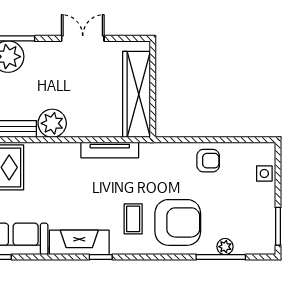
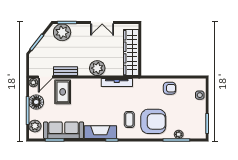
double door: (83, 38) -> (102, 22), swing flipped
plant: (52, 123) -> (97, 68), moved

